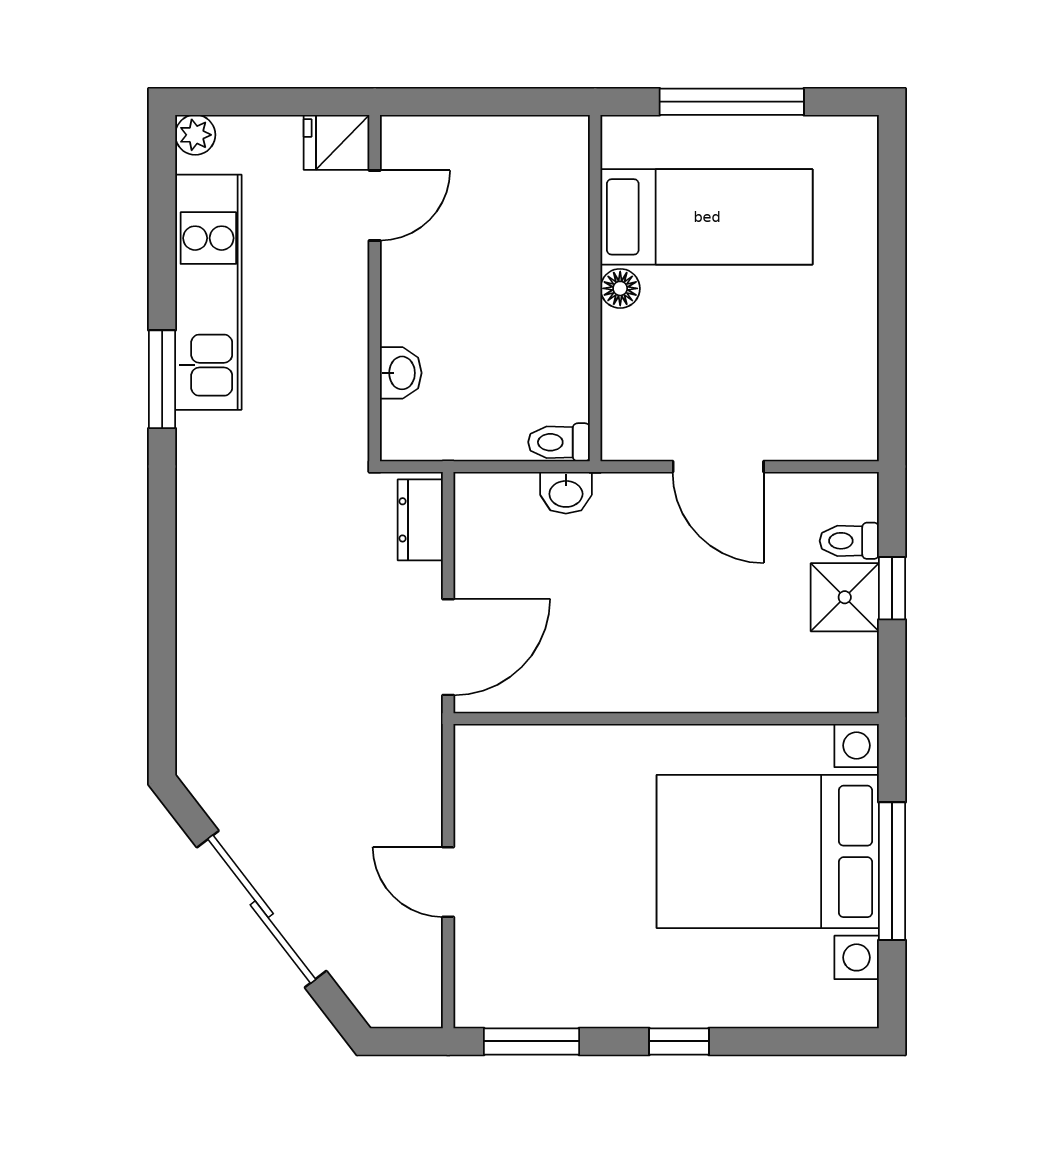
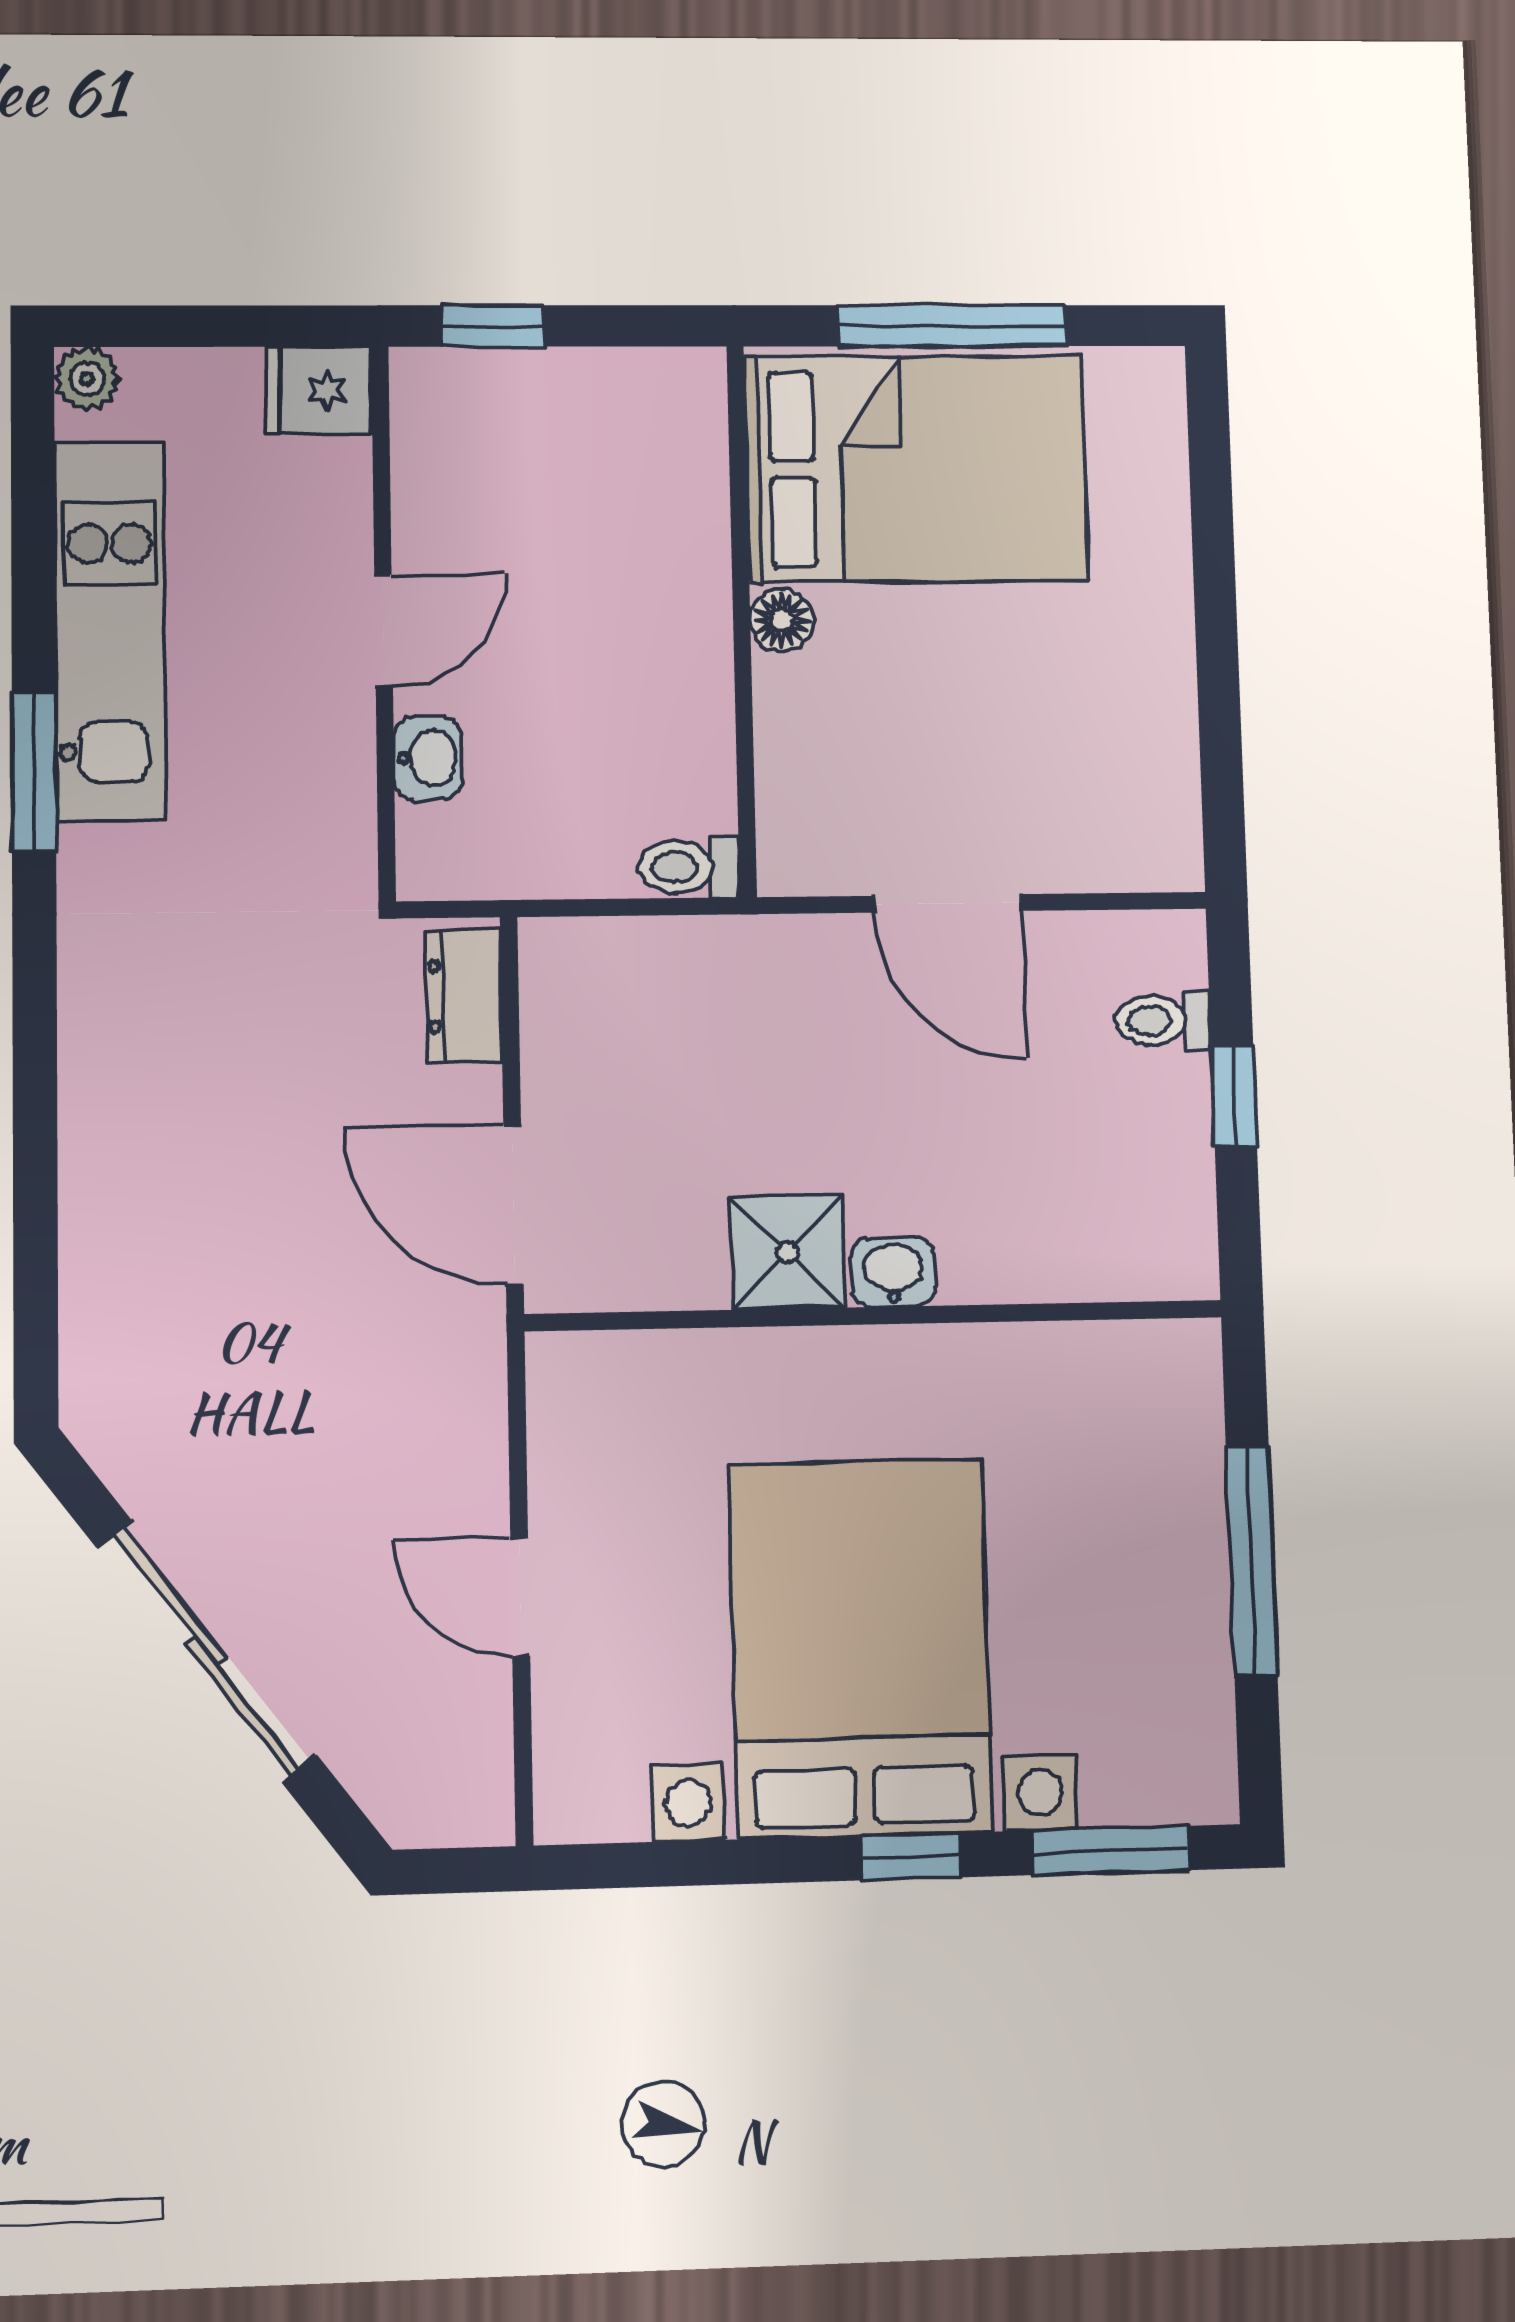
window: (445, 102) -> (493, 326), added
door: (375, 205) -> (384, 631), moved
bed: (707, 217) -> (916, 469), width x1.50
washbasin: (566, 493) -> (893, 1272), moved, turned 180
shower: (845, 597) -> (787, 1252), moved
door: (448, 647) -> (513, 1204), swing flipped
bed with nightstands: (768, 851) -> (861, 1648), moved, turned 90
window: (532, 1041) -> (1110, 1850), moved

